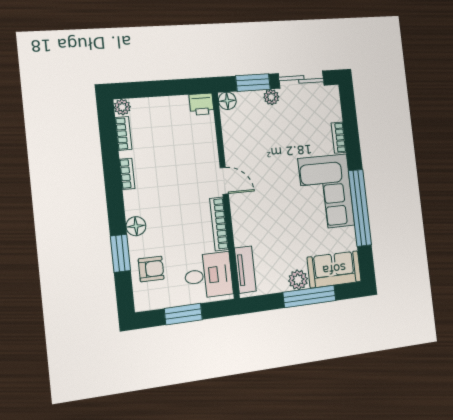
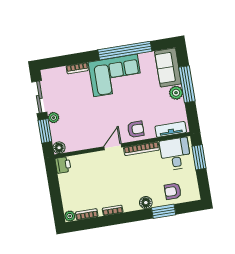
armchair: (248, 217) -> (136, 129), added
armchair: (151, 269) -> (173, 191), turned -90
window: (183, 314) -> (199, 157), moved

